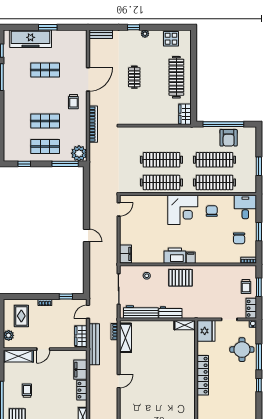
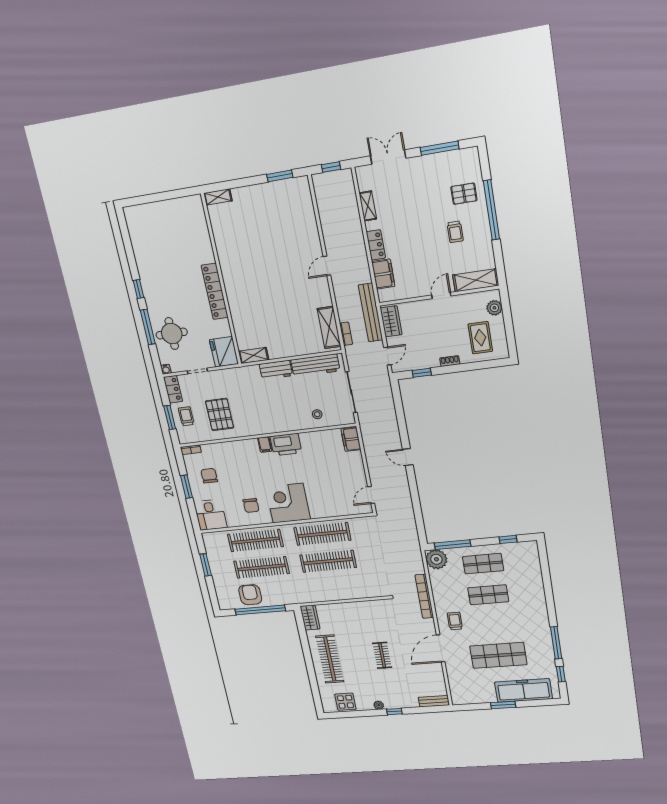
shop shelf: (45, 70) -> (498, 655), width x1.43, depth x1.36
pallet: (181, 278) -> (220, 414), moved, turned 90

